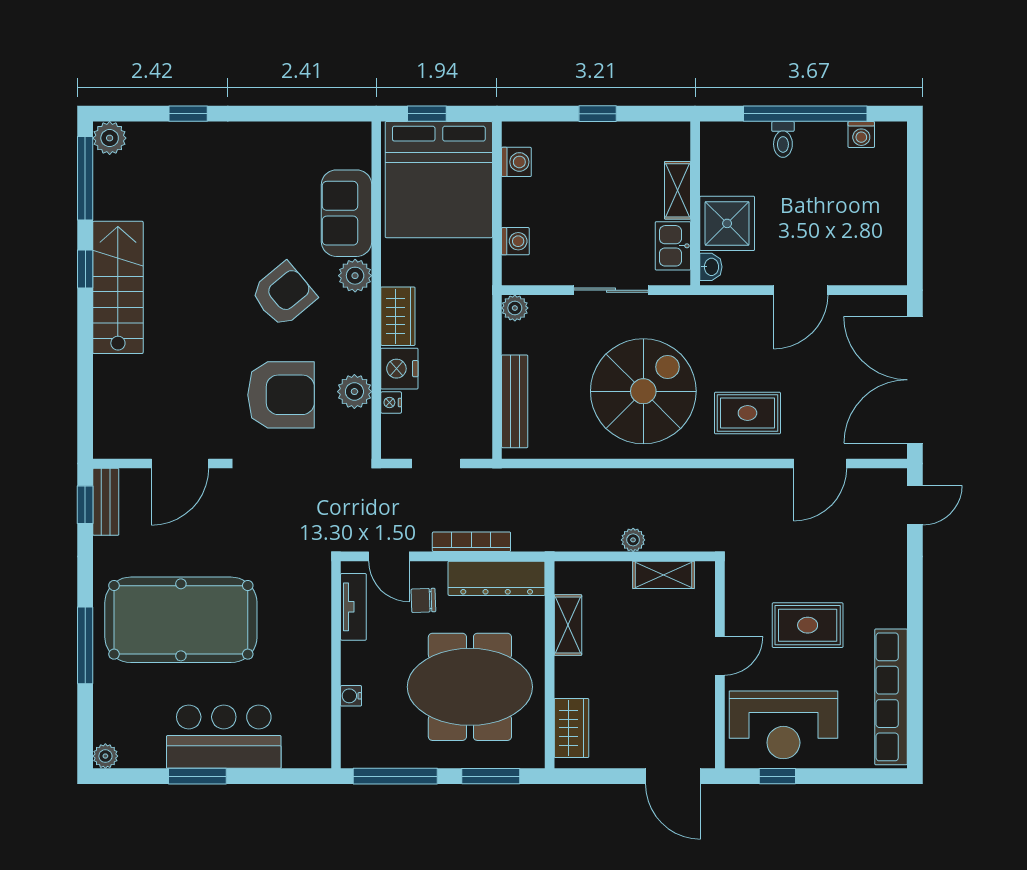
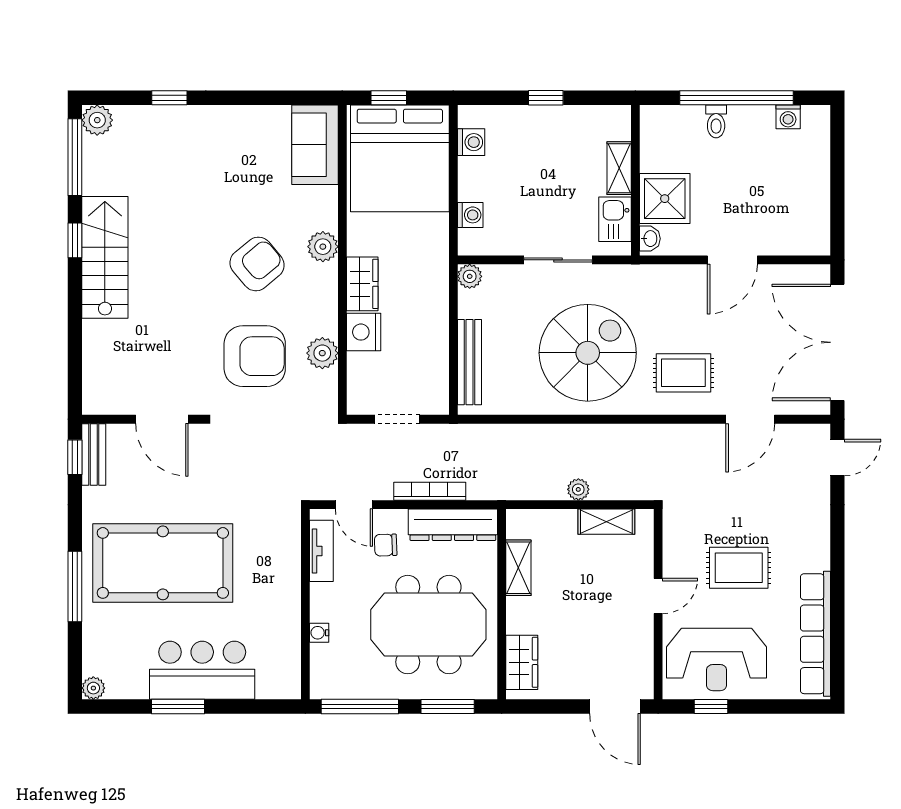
sofa: (346, 213) -> (315, 145), moved
nightstand: (391, 402) -> (356, 363), removed
door: (180, 464) -> (162, 419), hinge flipped

